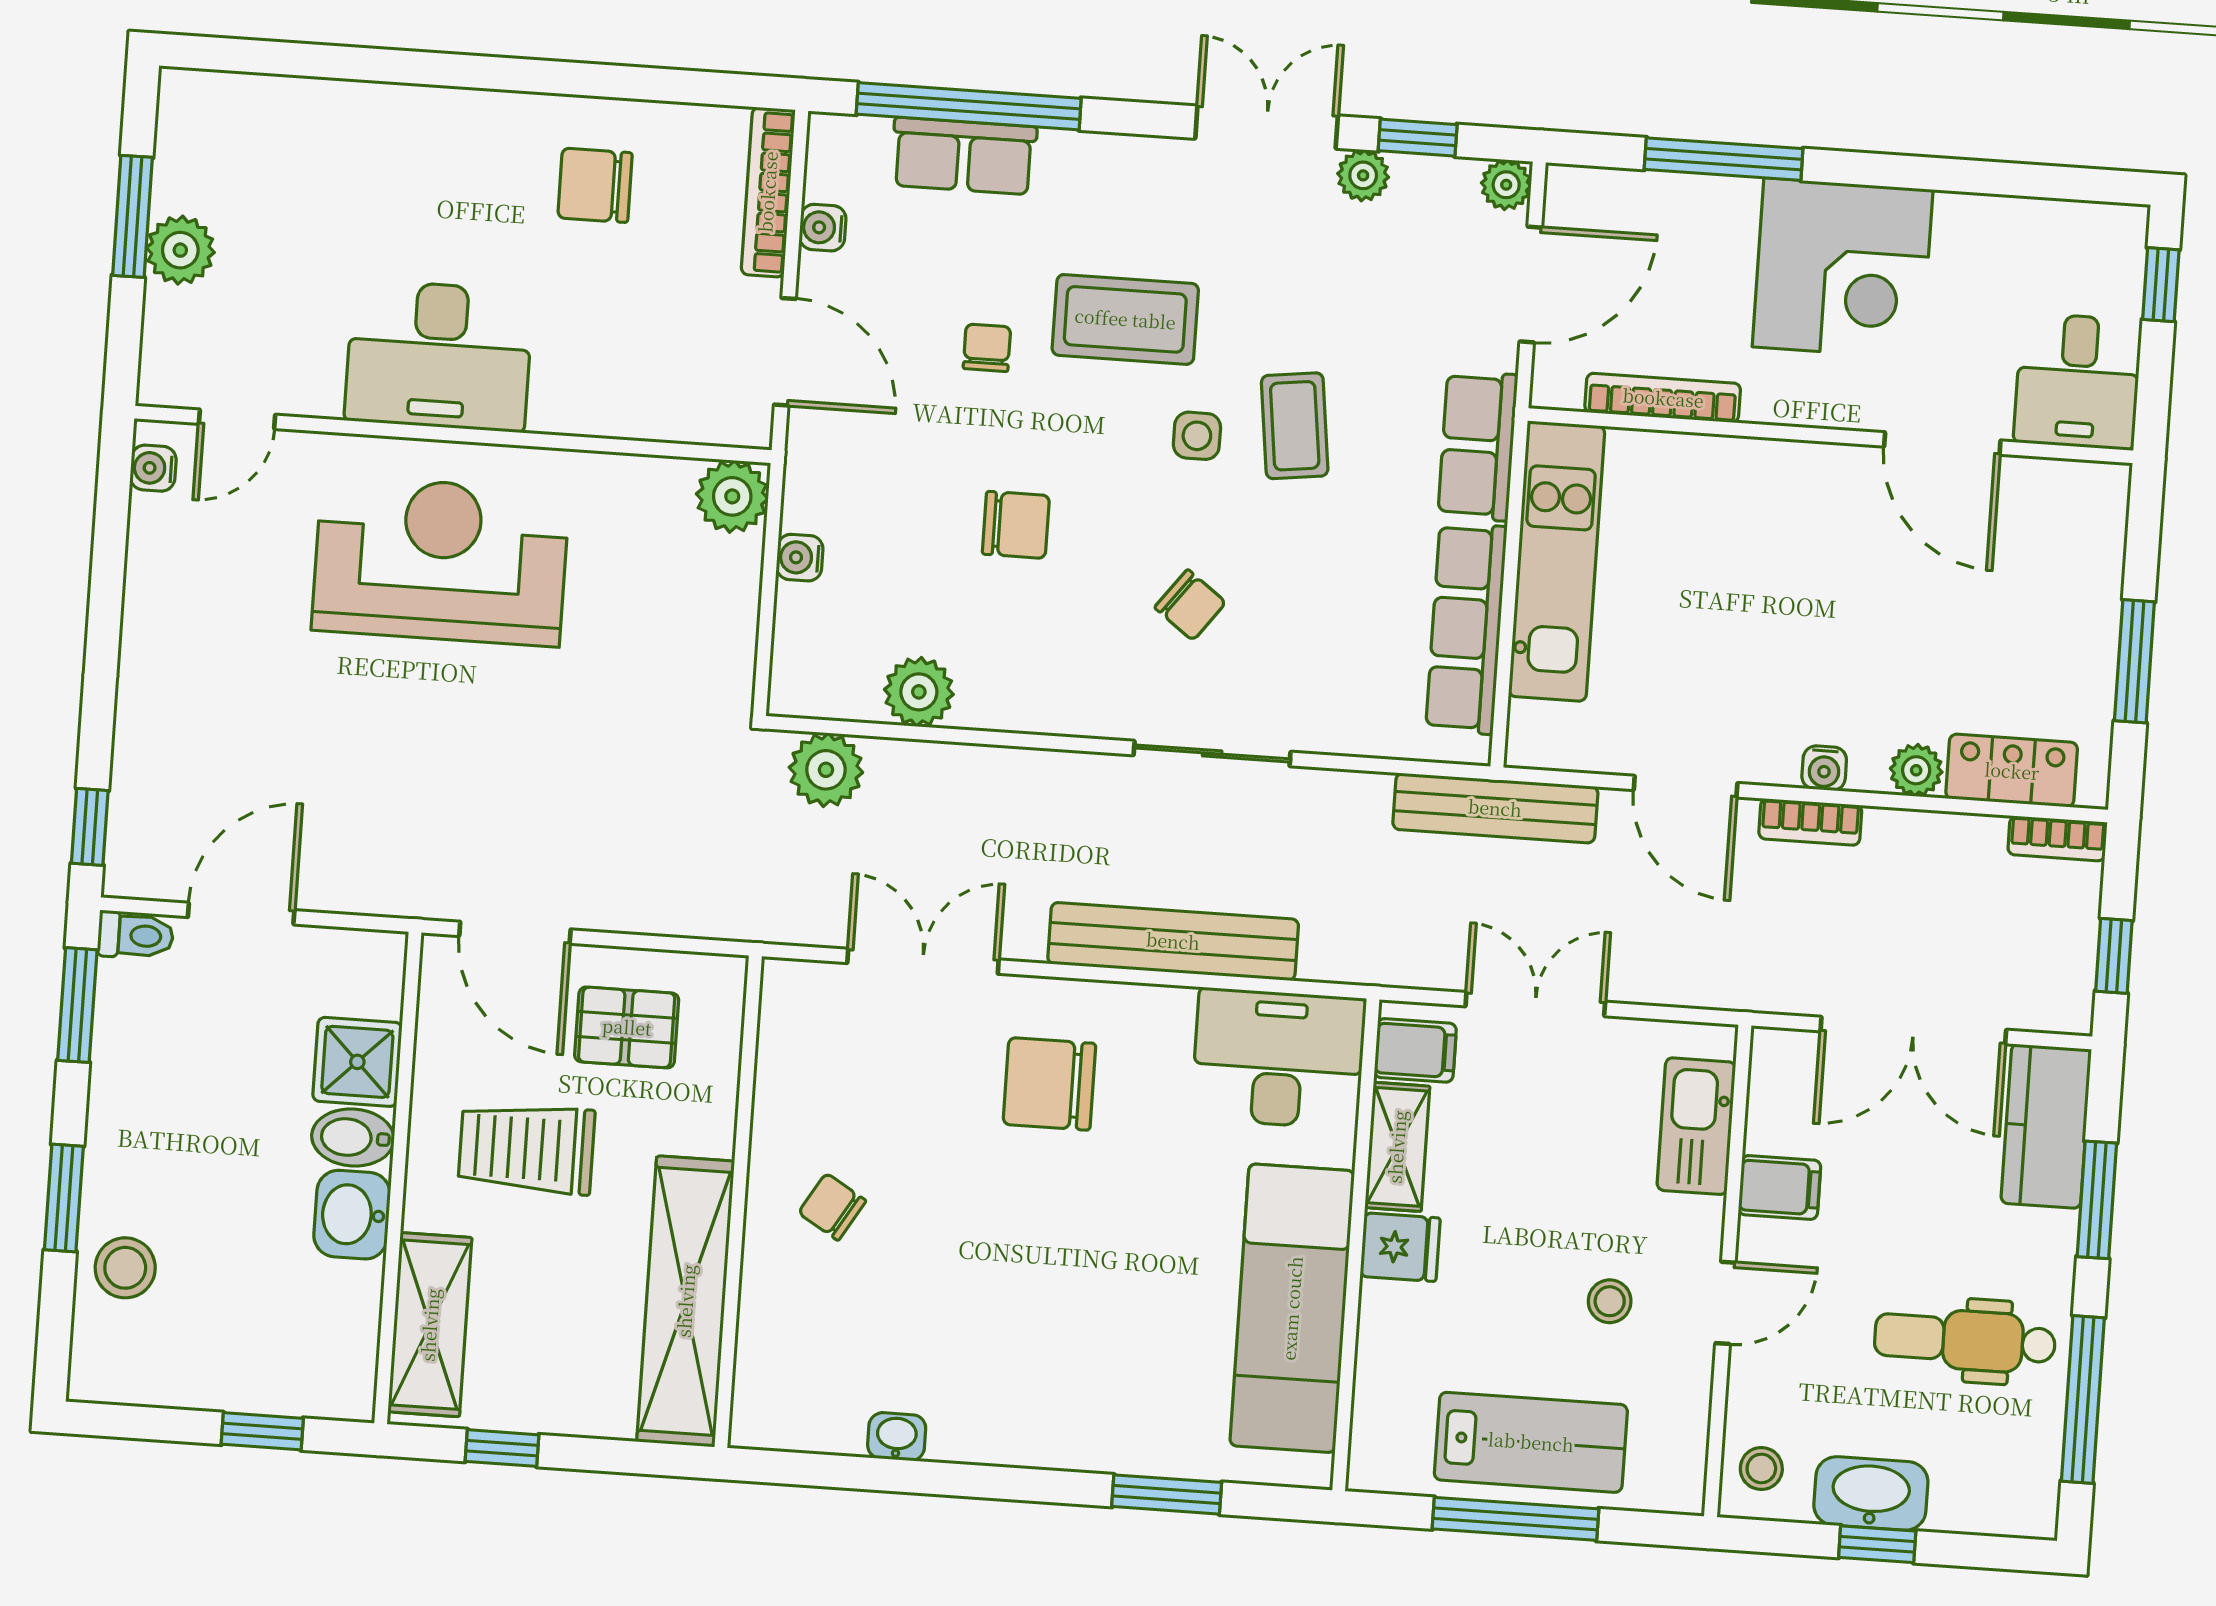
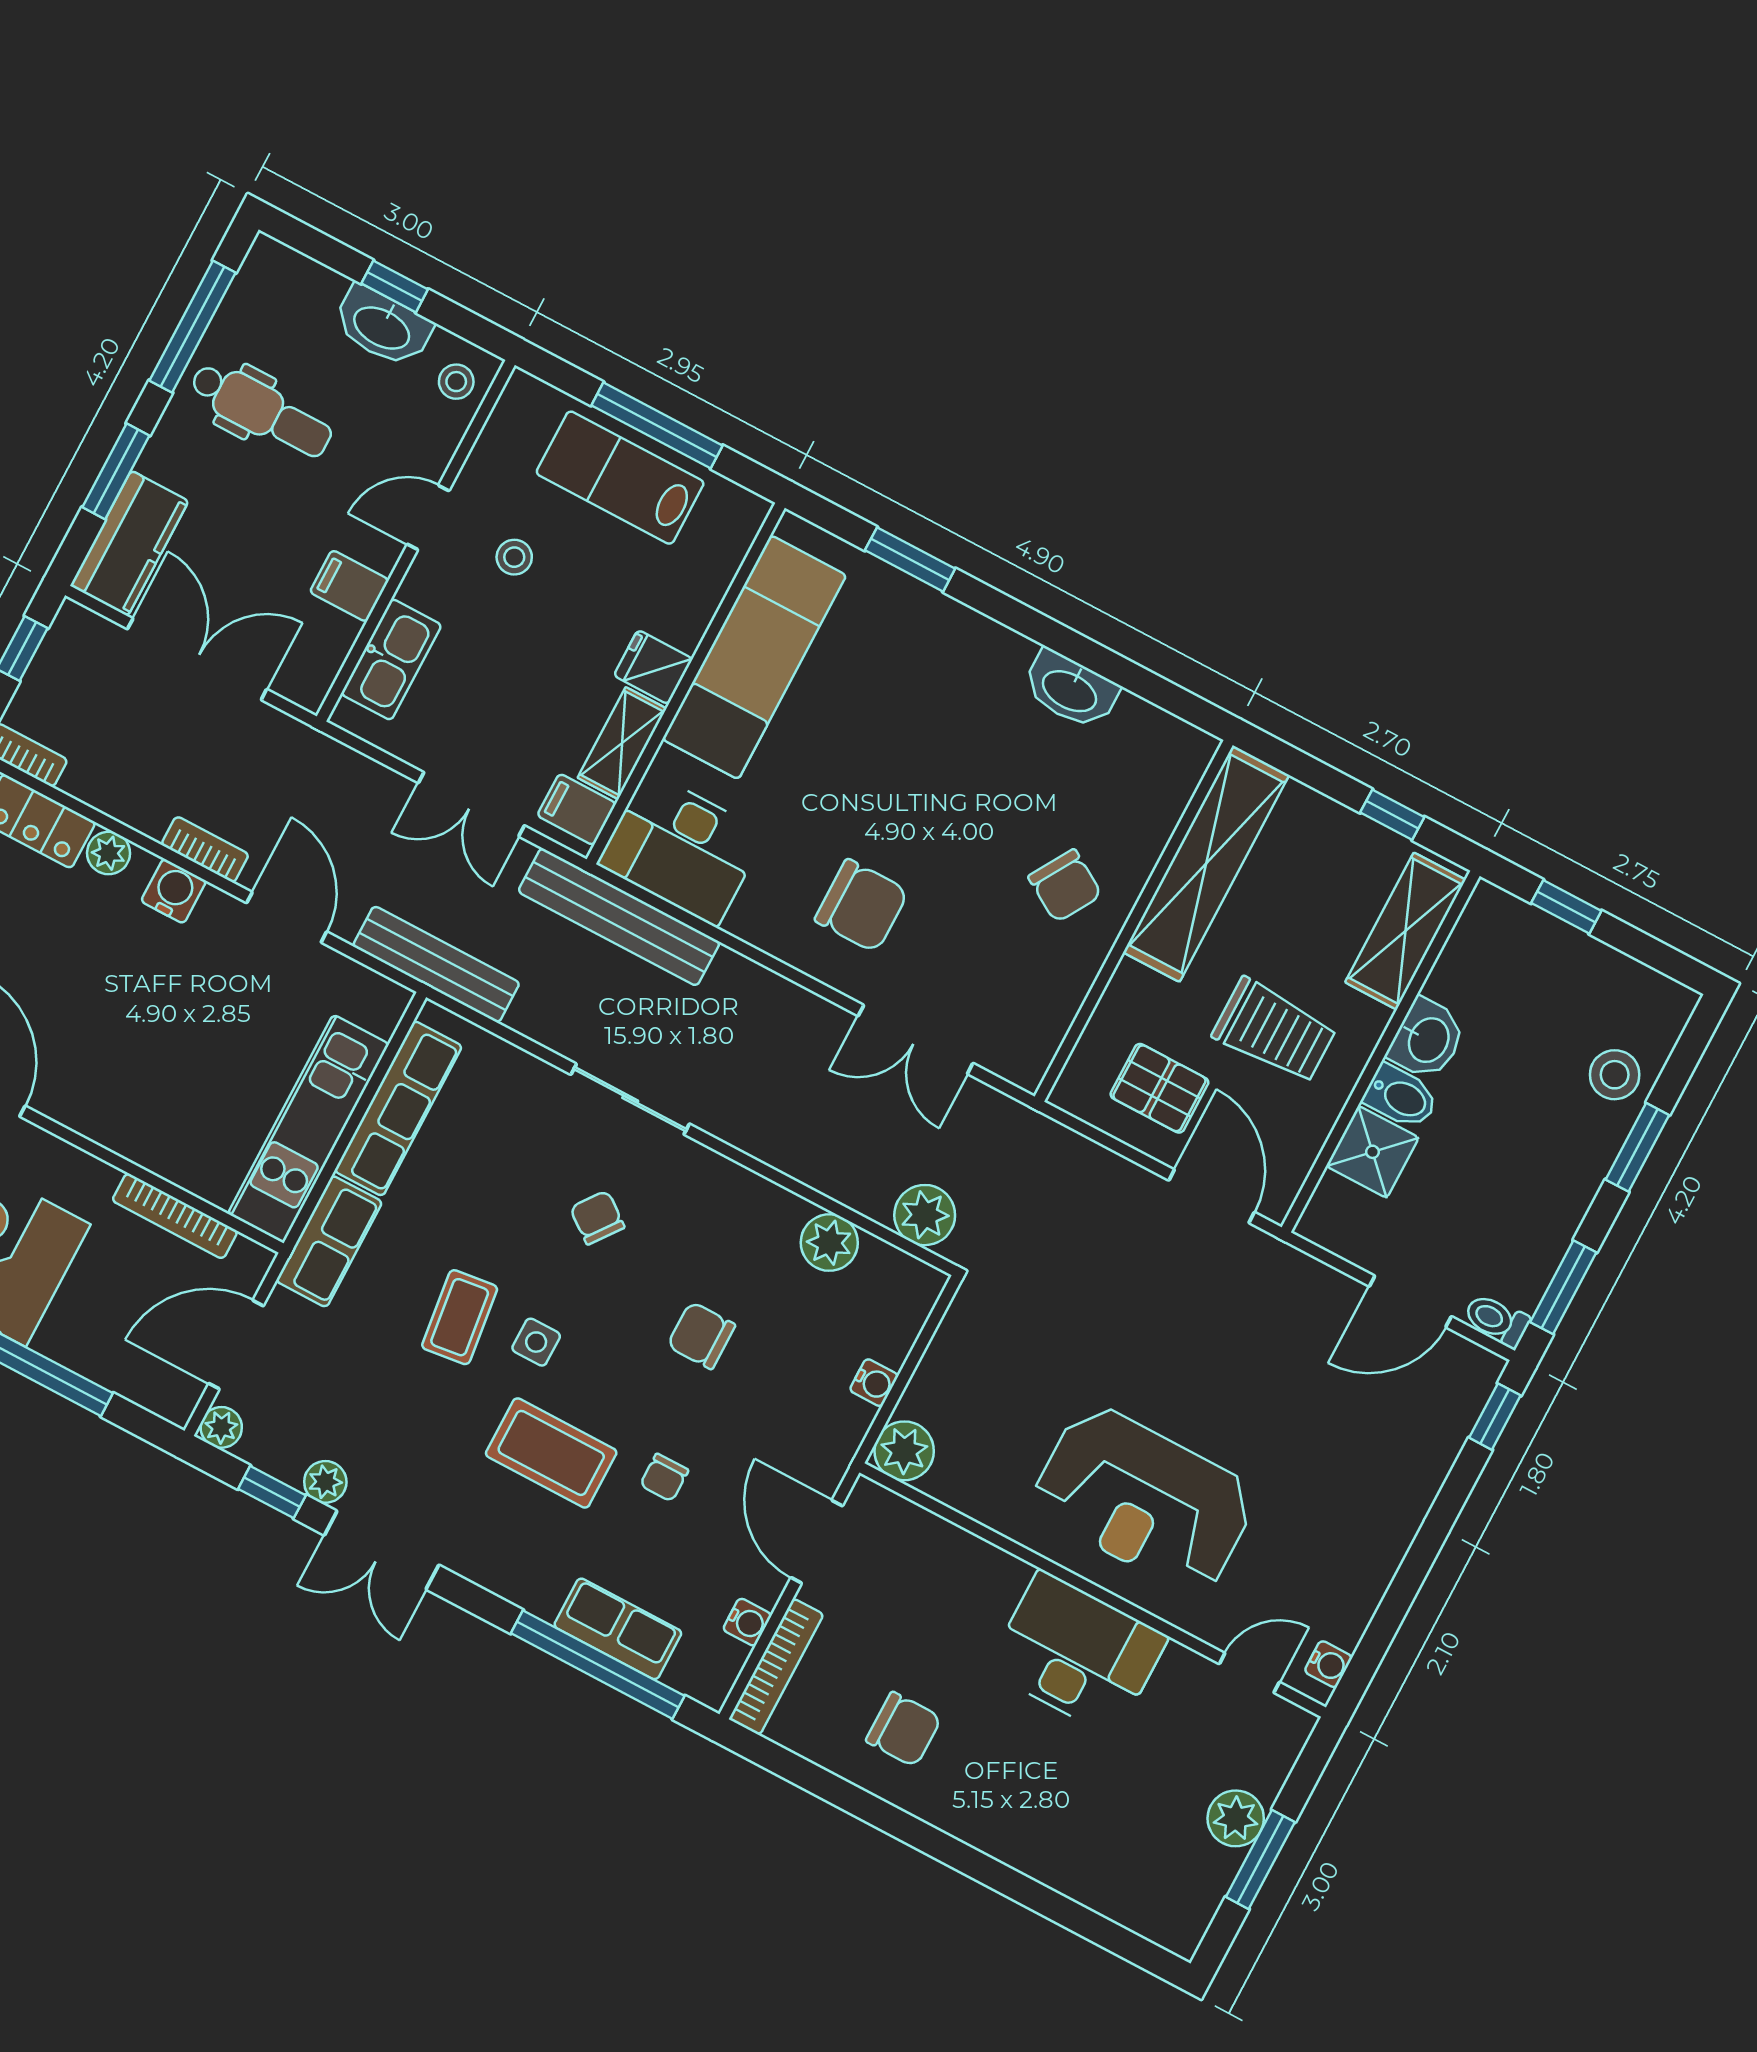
water cooler: (1824, 768) -> (174, 891), width x1.38, depth x1.38
bench: (1173, 941) -> (619, 917), moved
chair: (832, 1207) -> (1065, 886), width x1.37, depth x1.37
washbasin: (897, 1437) -> (1070, 690), width x1.91, depth x1.45

